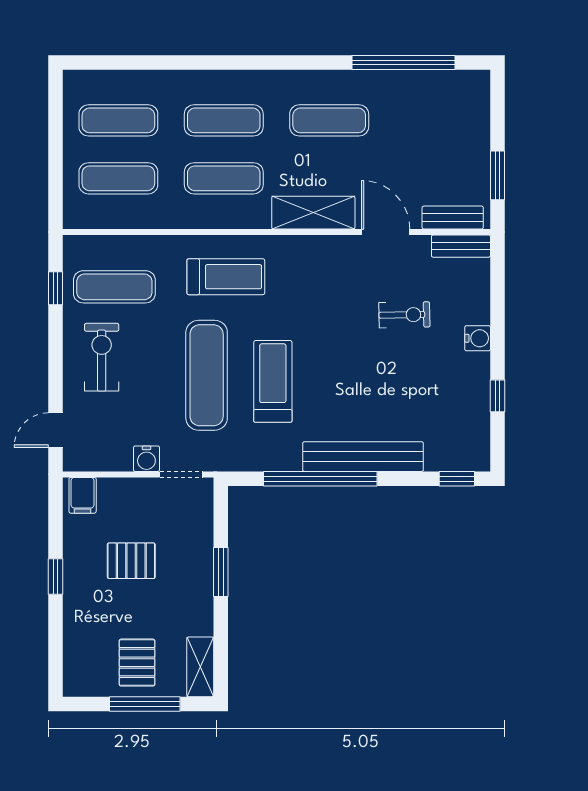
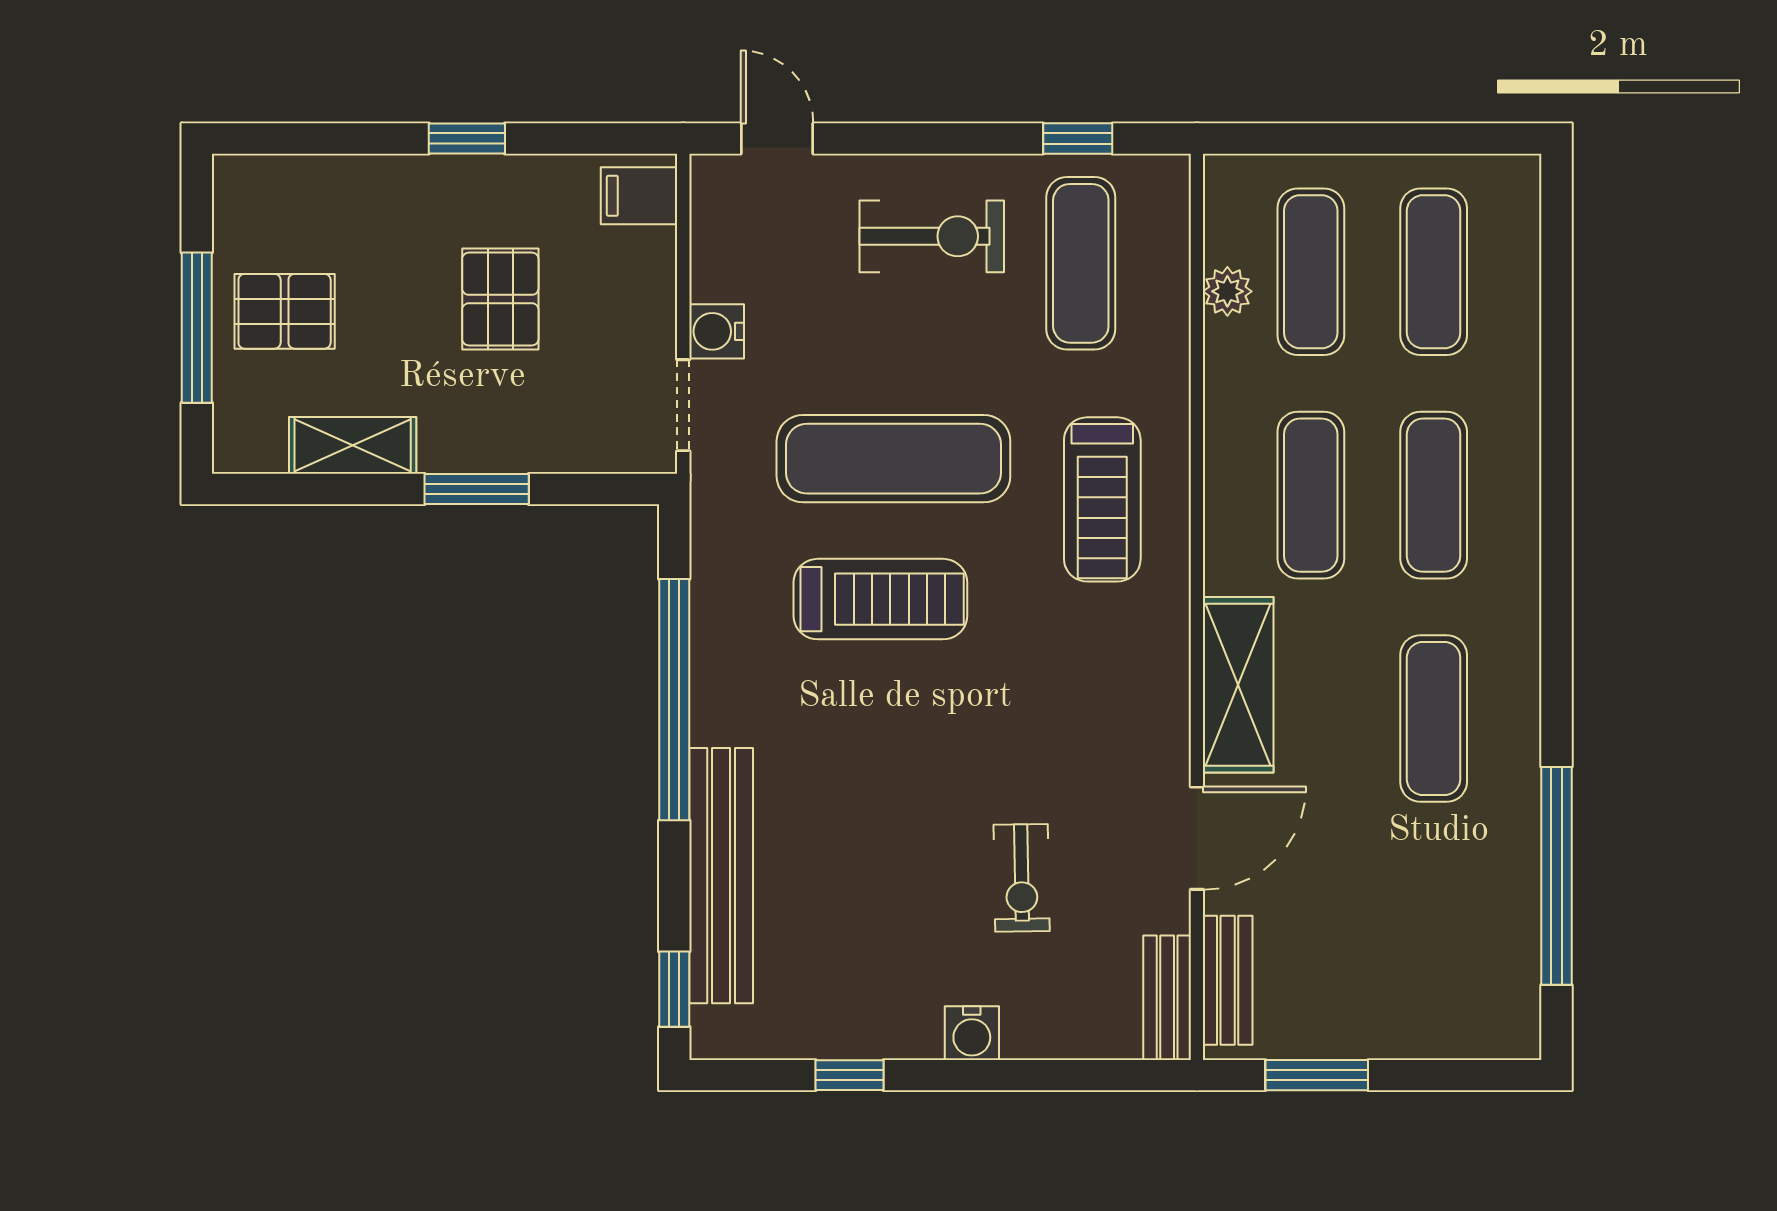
plant: (128, 218) -> (1227, 291), added
bench: (363, 457) -> (721, 876), moved
shelving: (200, 667) -> (353, 445), moved

